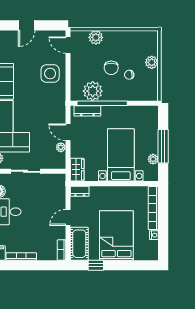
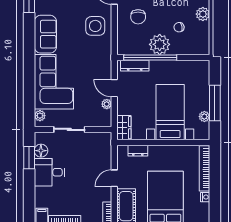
chair: (111, 68) -> (138, 17), moved
plant: (93, 91) -> (160, 44), moved
dresser: (80, 191) -> (138, 151), moved

